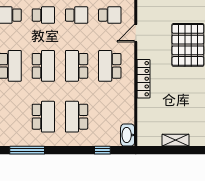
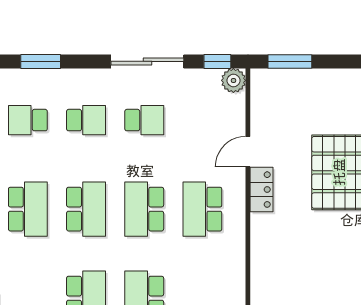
school desk: (110, 15) -> (202, 120), removed
locker: (143, 79) -> (262, 190), moved, width x0.66

